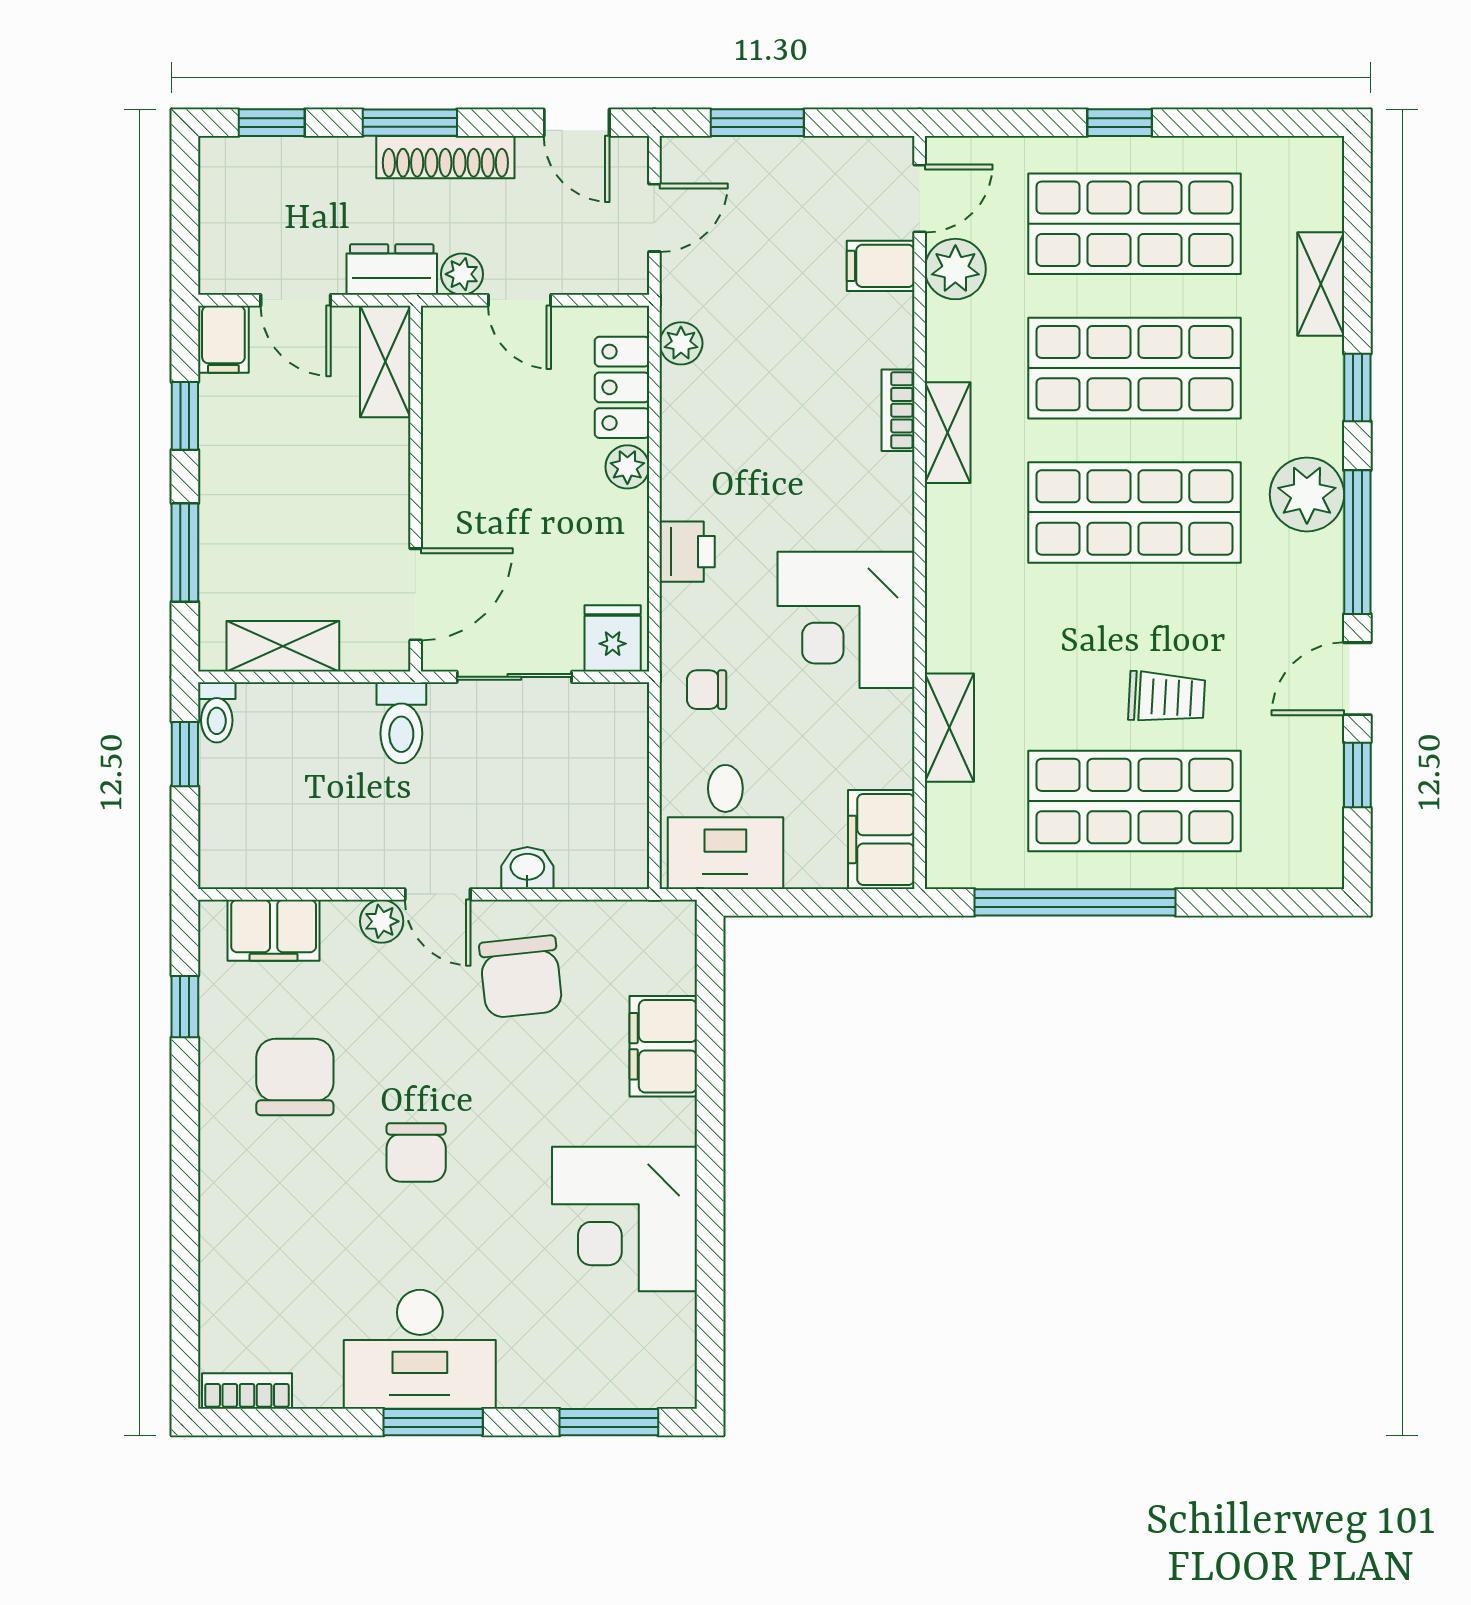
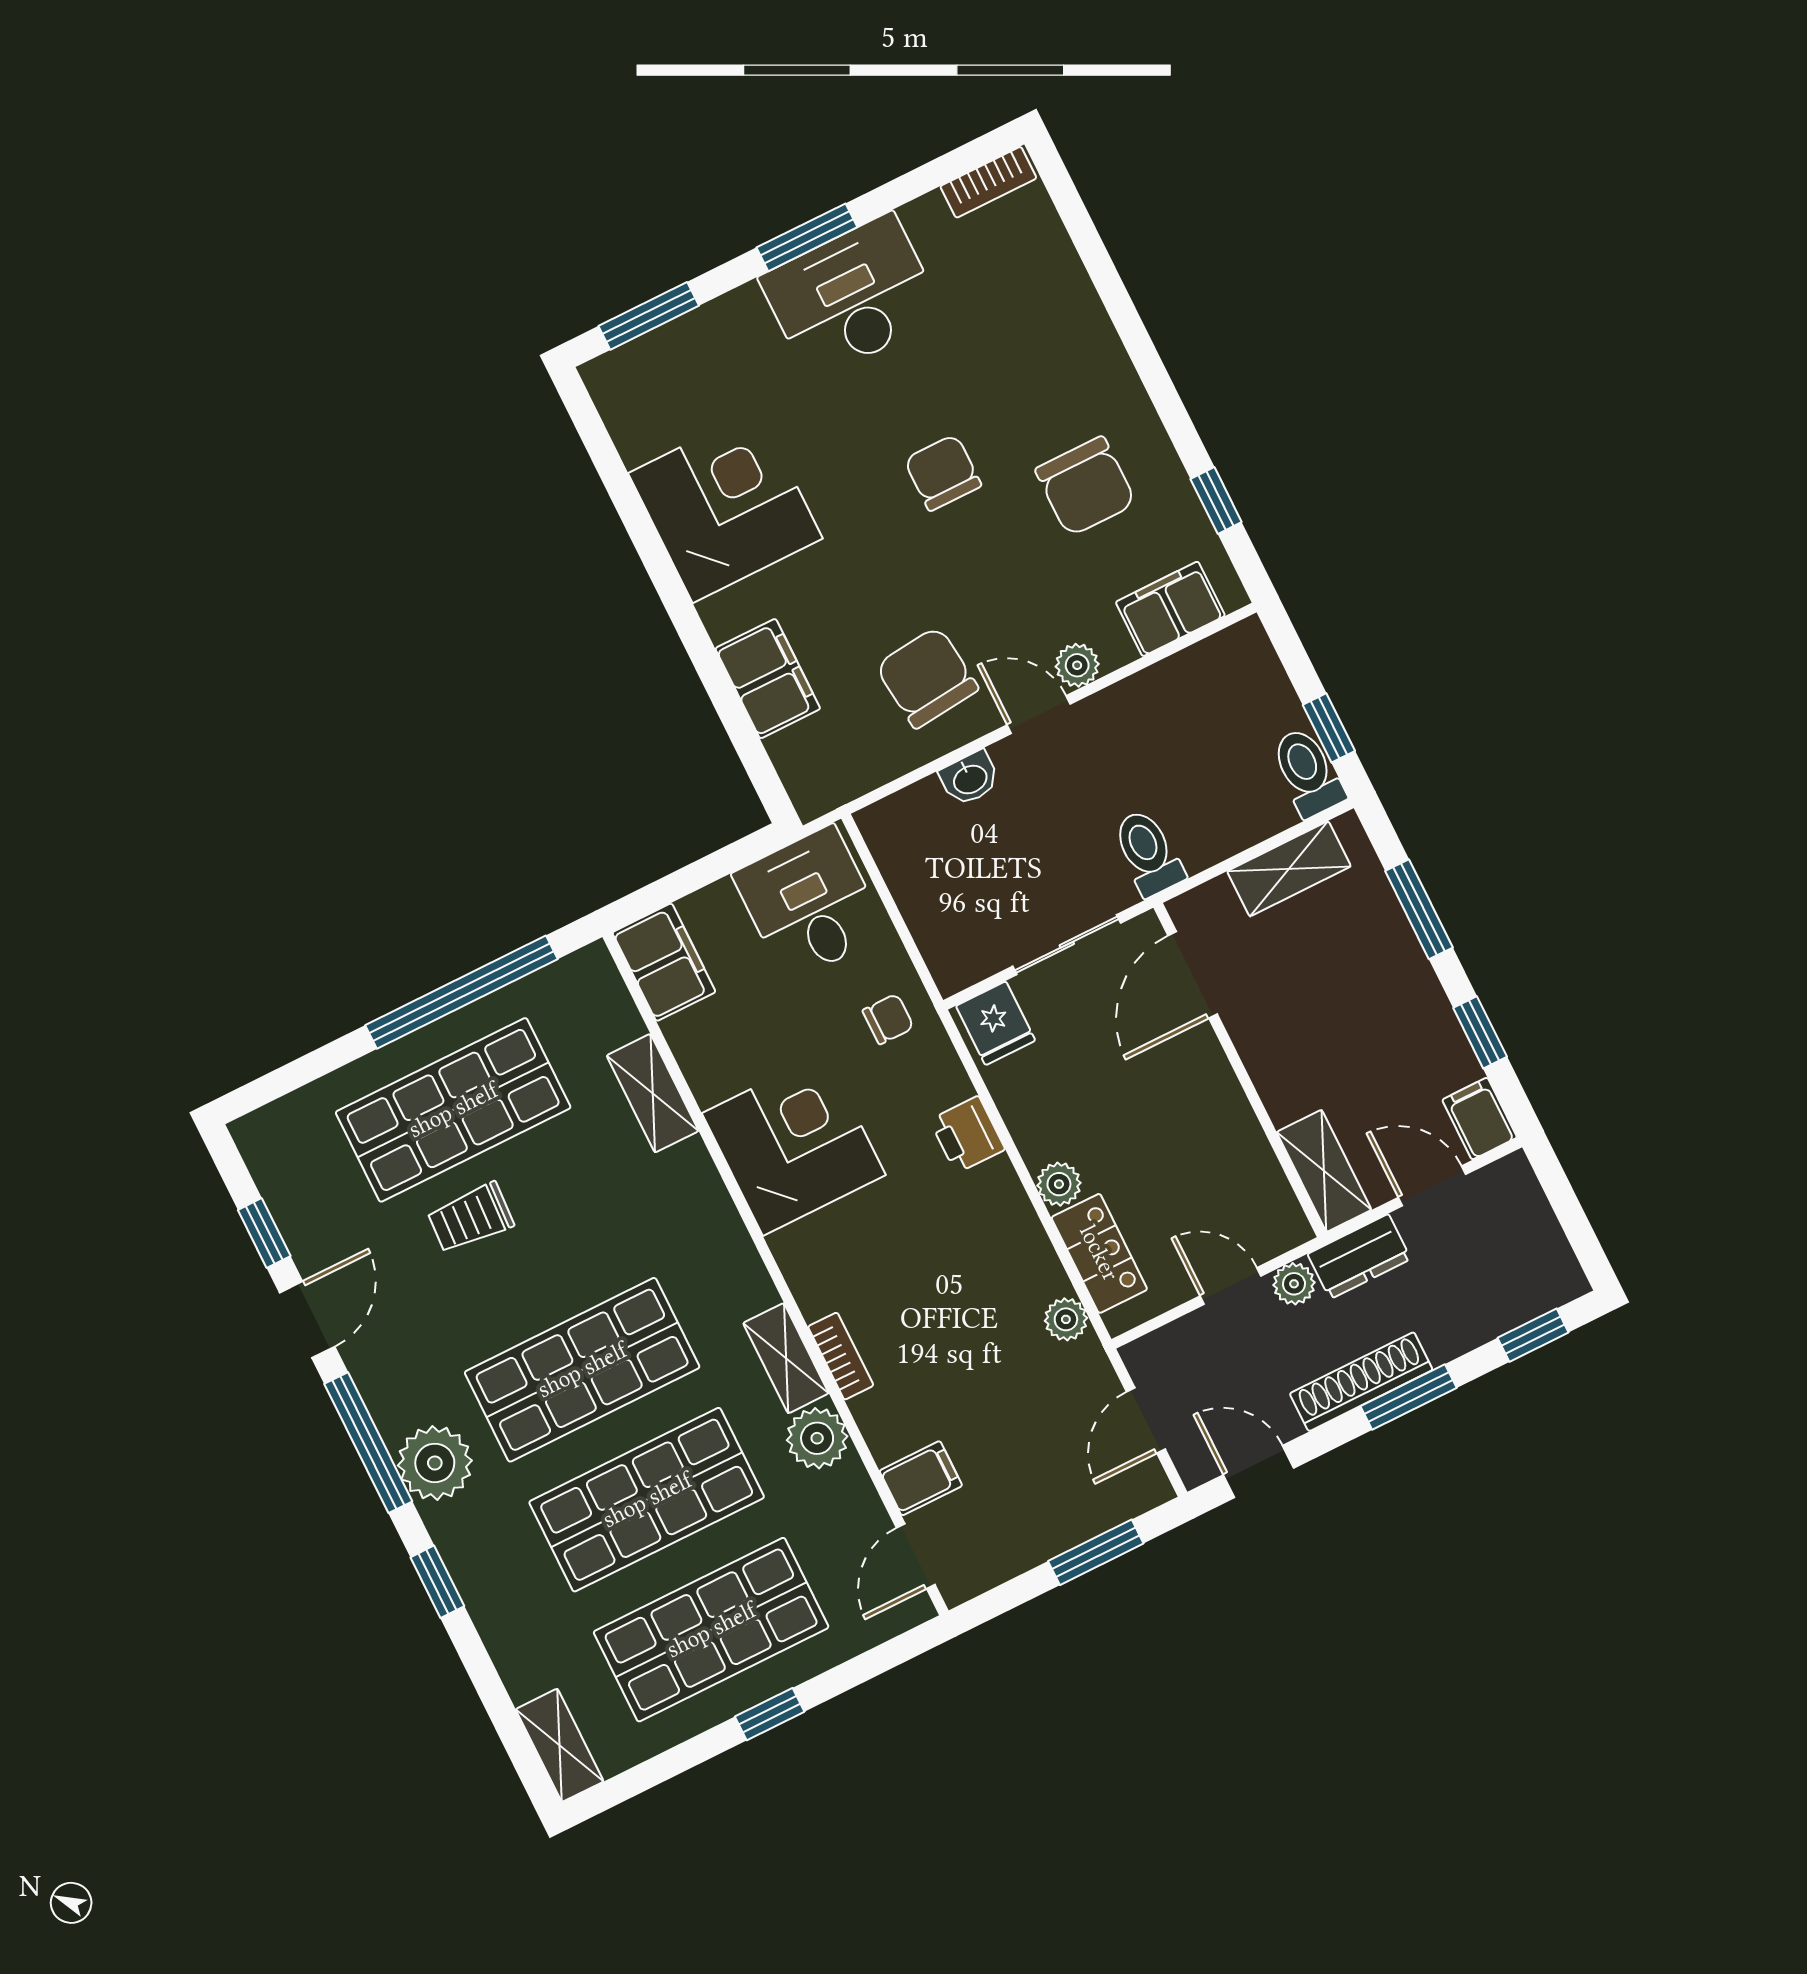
plant: (955, 269) -> (817, 1438), moved
shelving: (1321, 284) -> (560, 1745), moved
toilet: (217, 712) -> (1307, 772), width x1.37, depth x1.39

